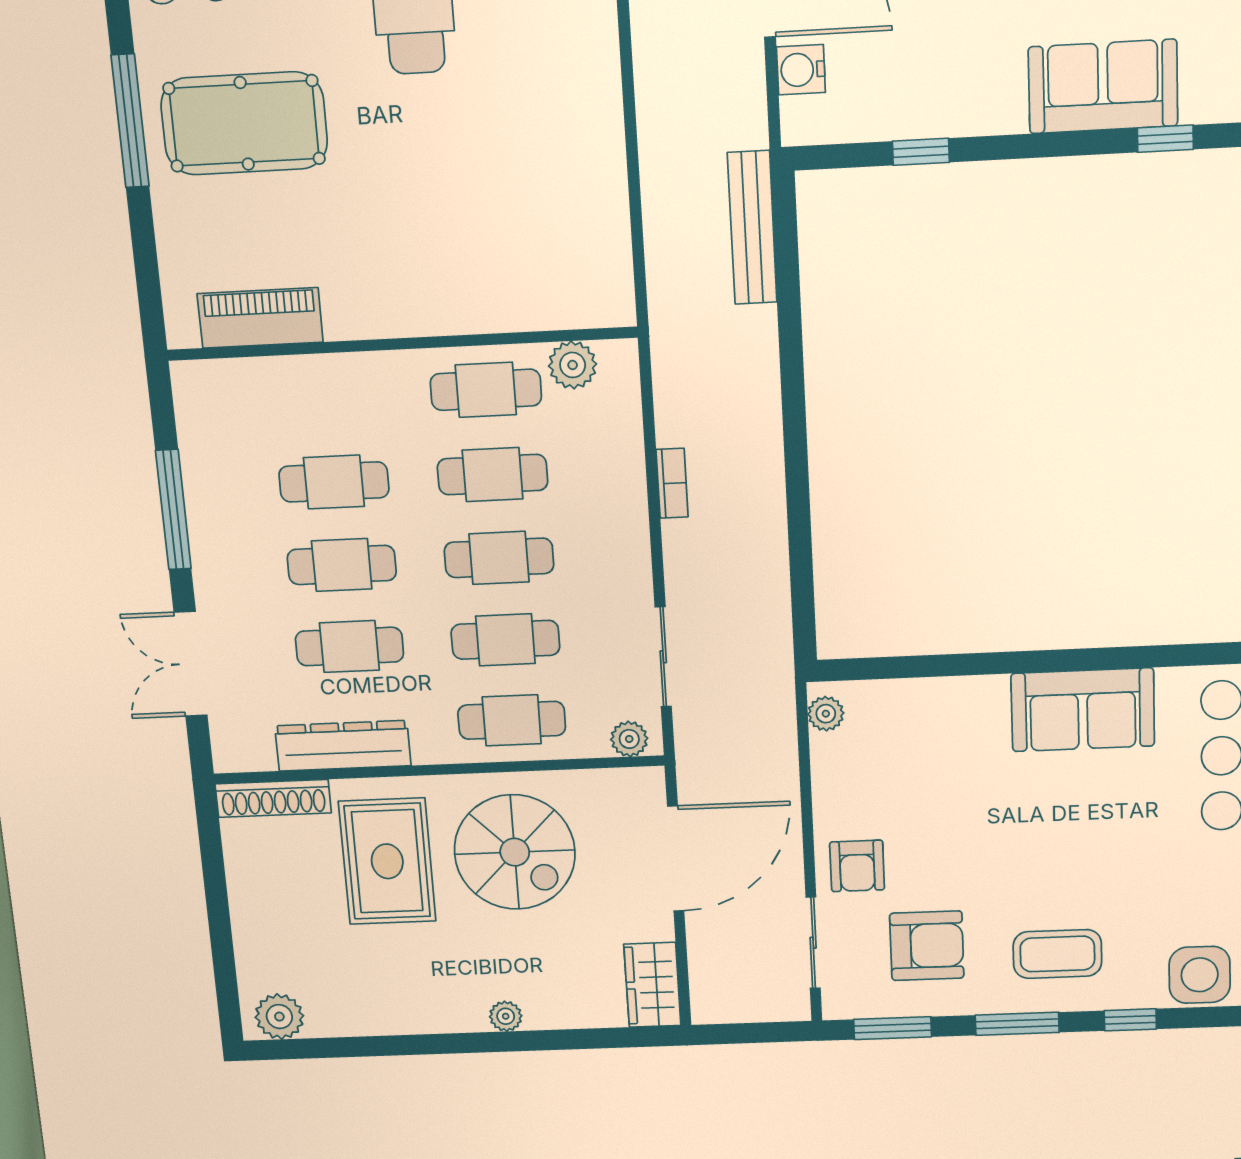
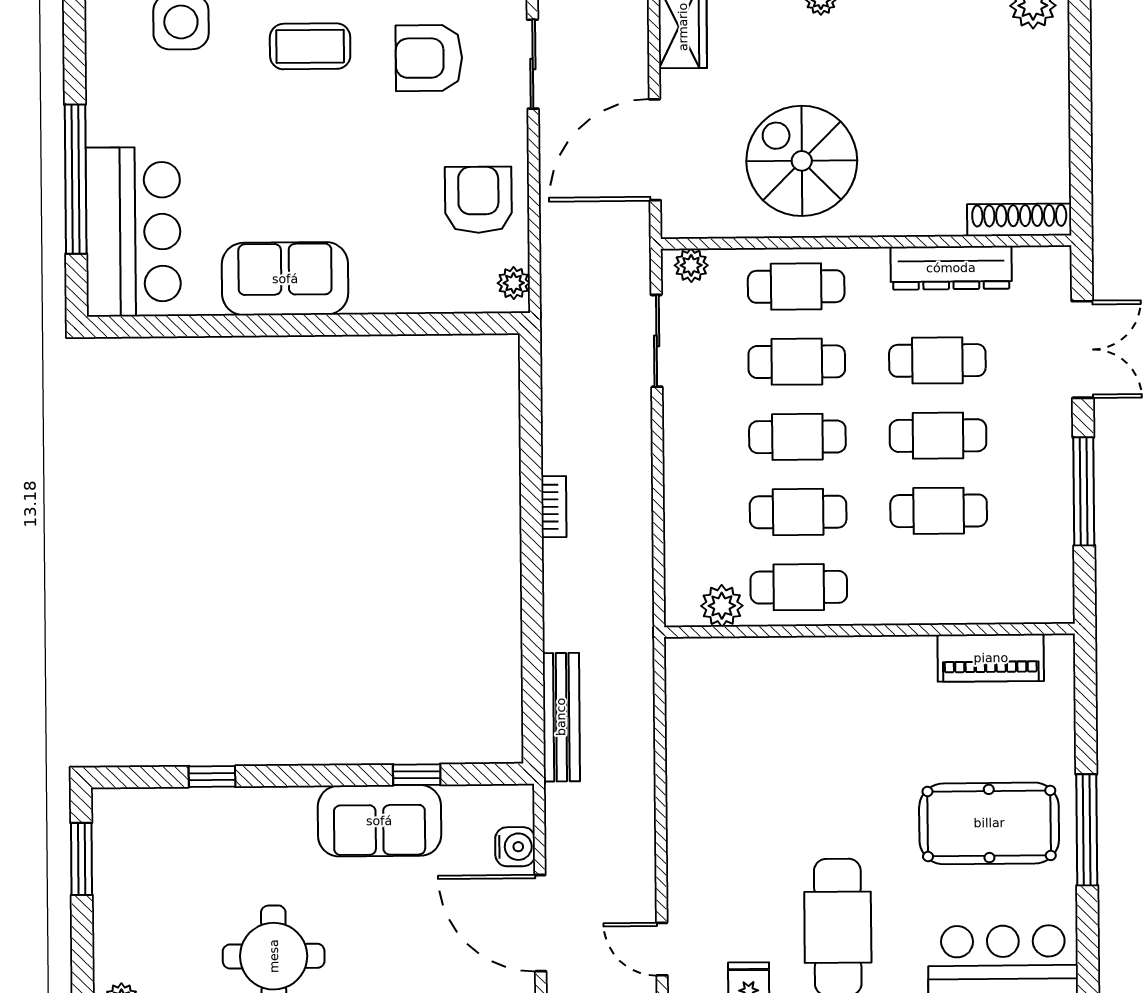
sofa: (1103, 86) -> (379, 821), moved
bookcase: (672, 483) -> (554, 507), moved, turned 180
rug: (387, 861) -> (919, 156), removed
armchair: (857, 866) -> (478, 200), moved, width x1.38, depth x1.38

